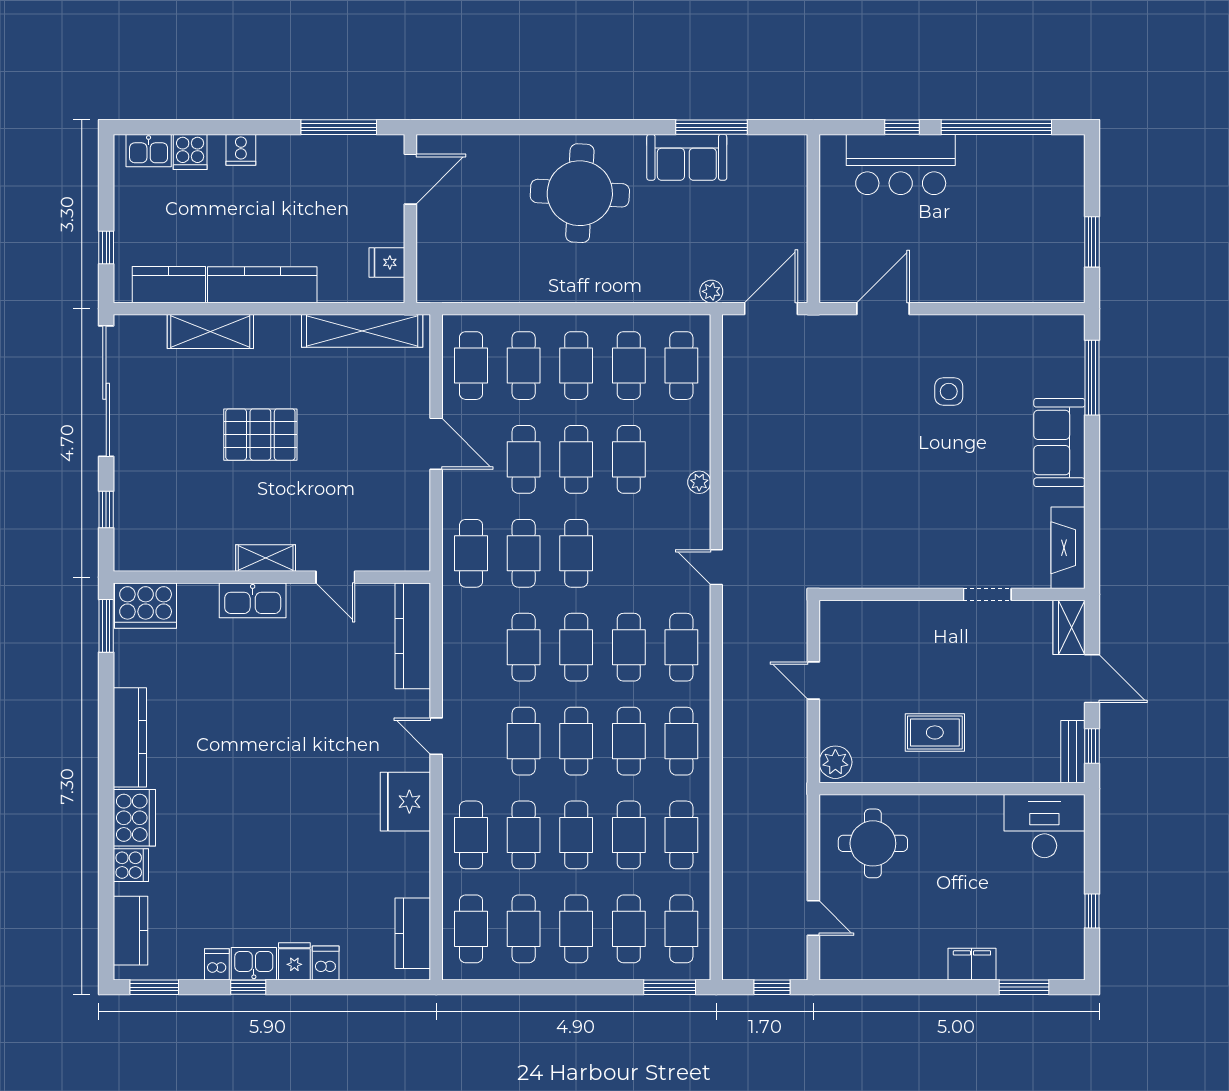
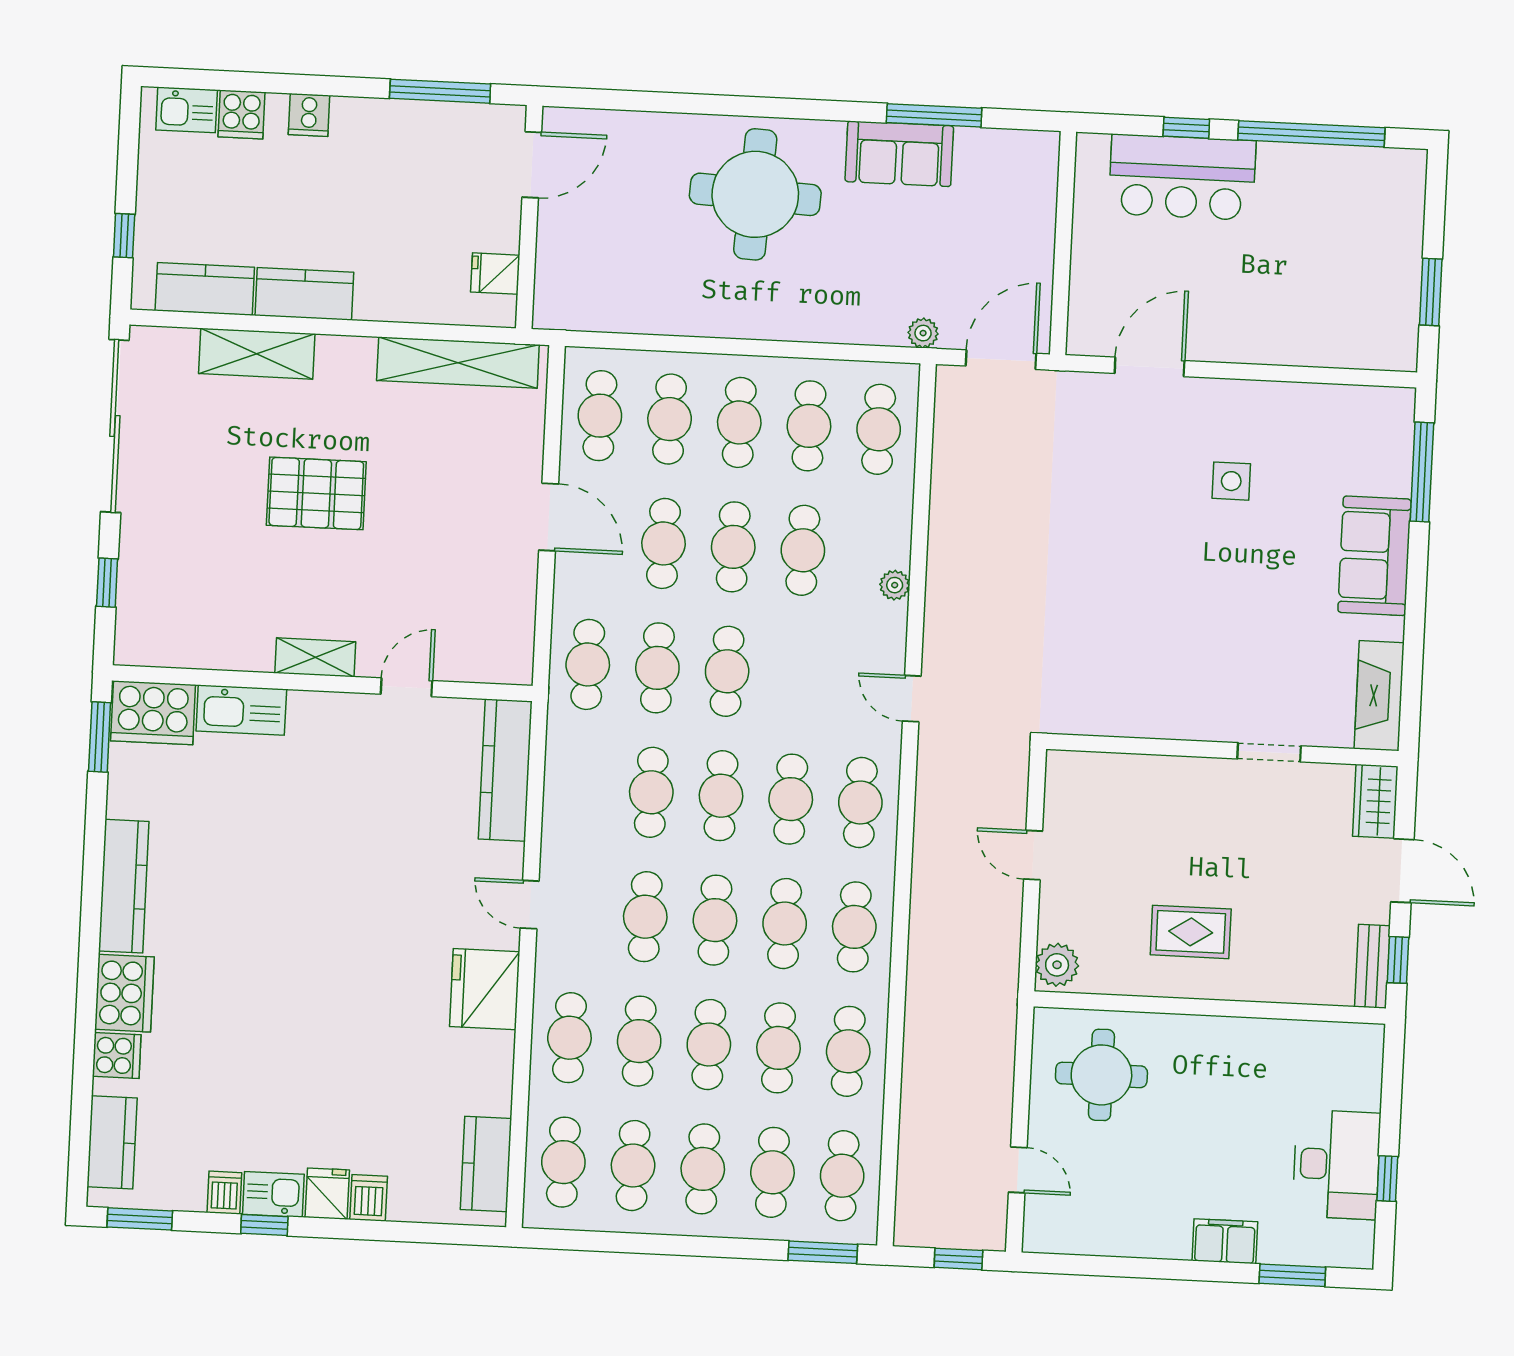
kitchen counter: (262, 285) -> (304, 294), width x0.67
door: (335, 577) -> (406, 687), swing flipped
kitchen sink: (253, 600) -> (241, 710), moved
desk: (1044, 826) -> (1336, 1164), moved, turned 90

